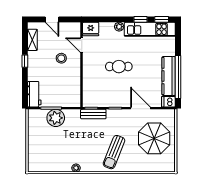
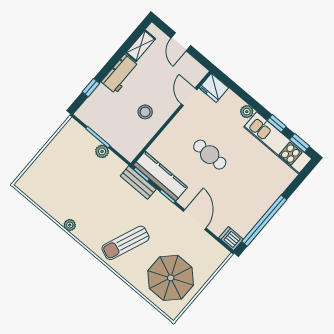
stool: (61, 58) -> (145, 112), moved
window: (25, 61) -> (91, 88), moved
kitchen counter: (169, 76) -> (160, 176), moved, turned 90
workbench: (34, 94) -> (120, 74), moved
plant: (56, 118) -> (102, 151), width x0.53, depth x0.53
parasol: (154, 138) -> (171, 278), moved

